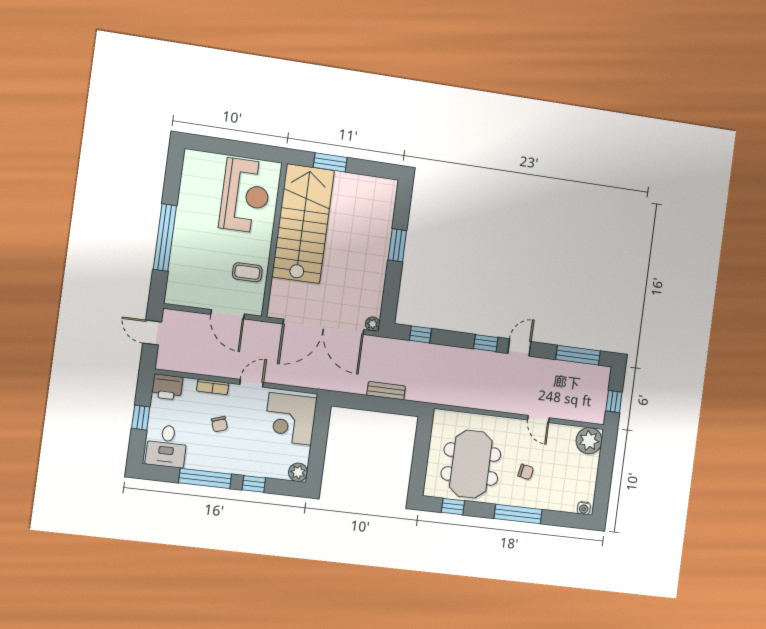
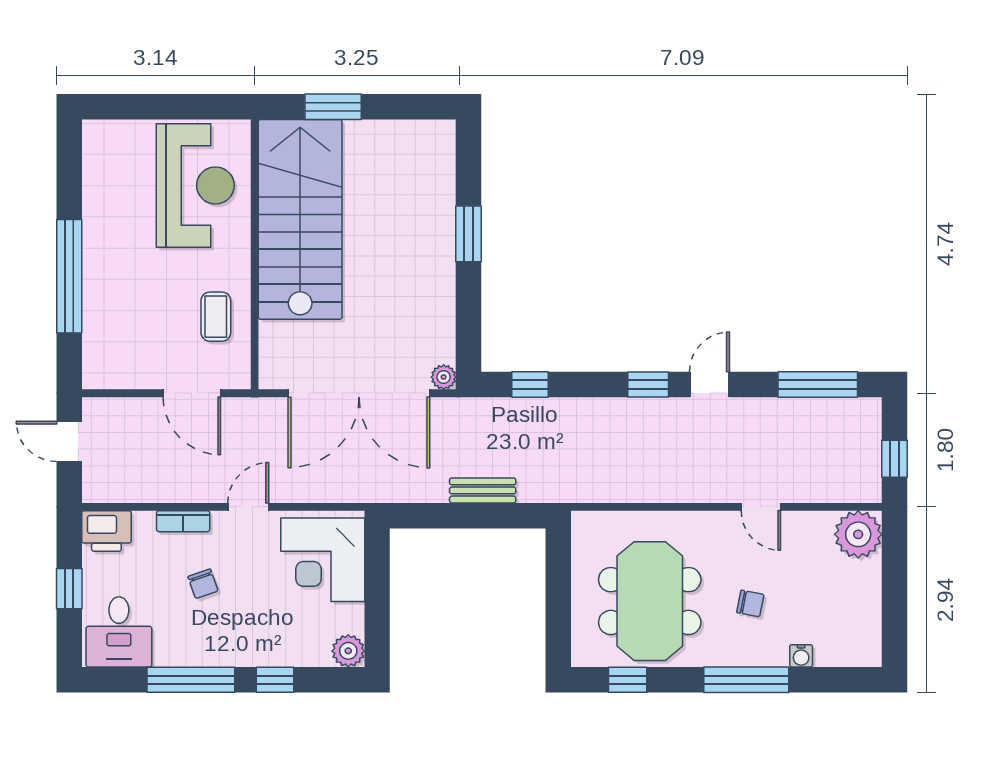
coffee table: (247, 272) -> (216, 317), turned 90
water cooler: (584, 508) -> (801, 656), moved

